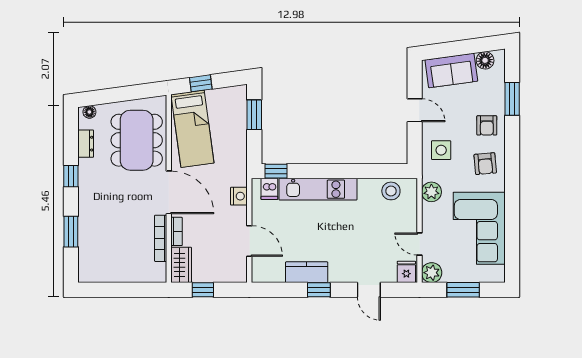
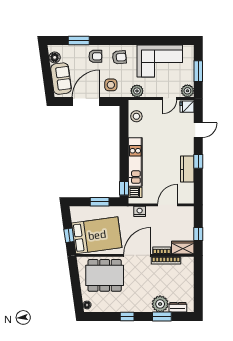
door: (415, 110) -> (86, 102), width x1.88
window: (254, 115) -> (100, 202), moved
bed: (193, 129) -> (97, 235), width x1.50
dresser: (86, 144) -> (178, 307), moved
plant: (91, 229) -> (160, 304), added

